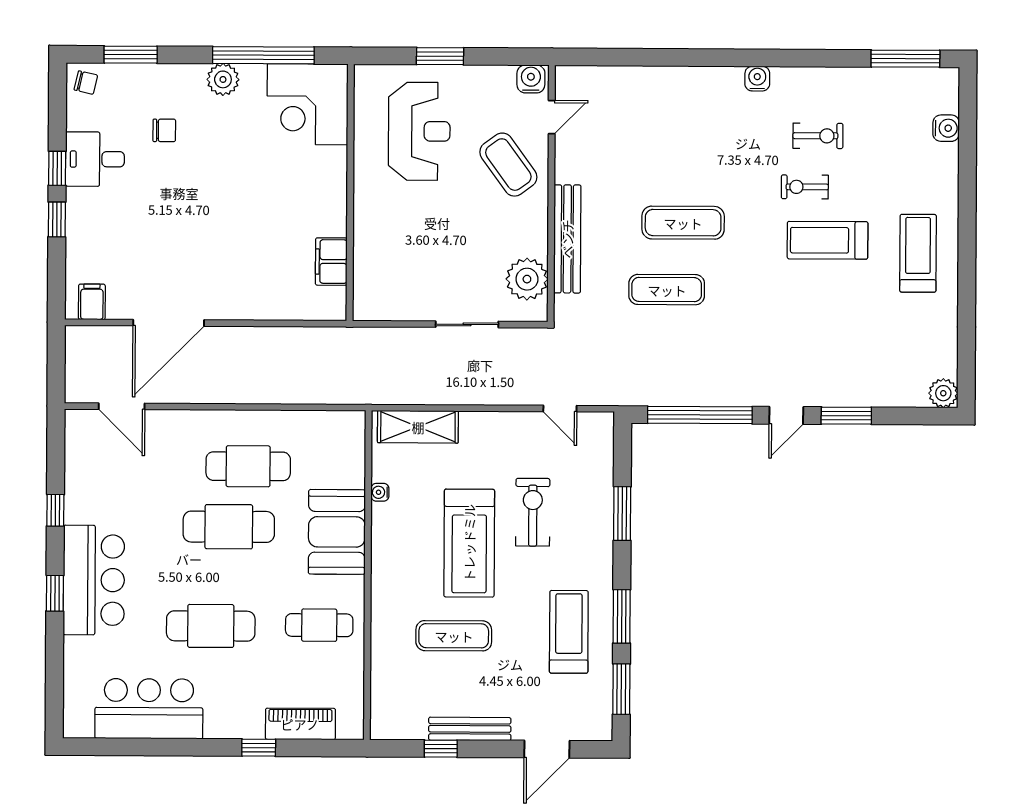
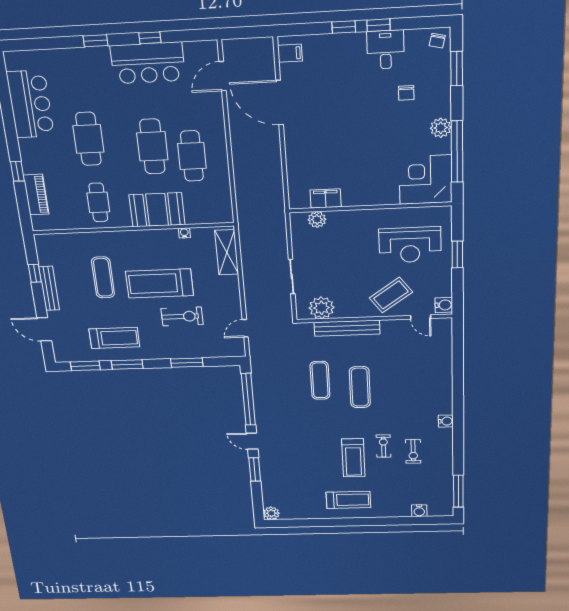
treadmill: (828, 240) -> (353, 458), turned 180
plant: (367, 277) -> (317, 220), added
bar counter: (94, 580) -> (148, 63), moved

